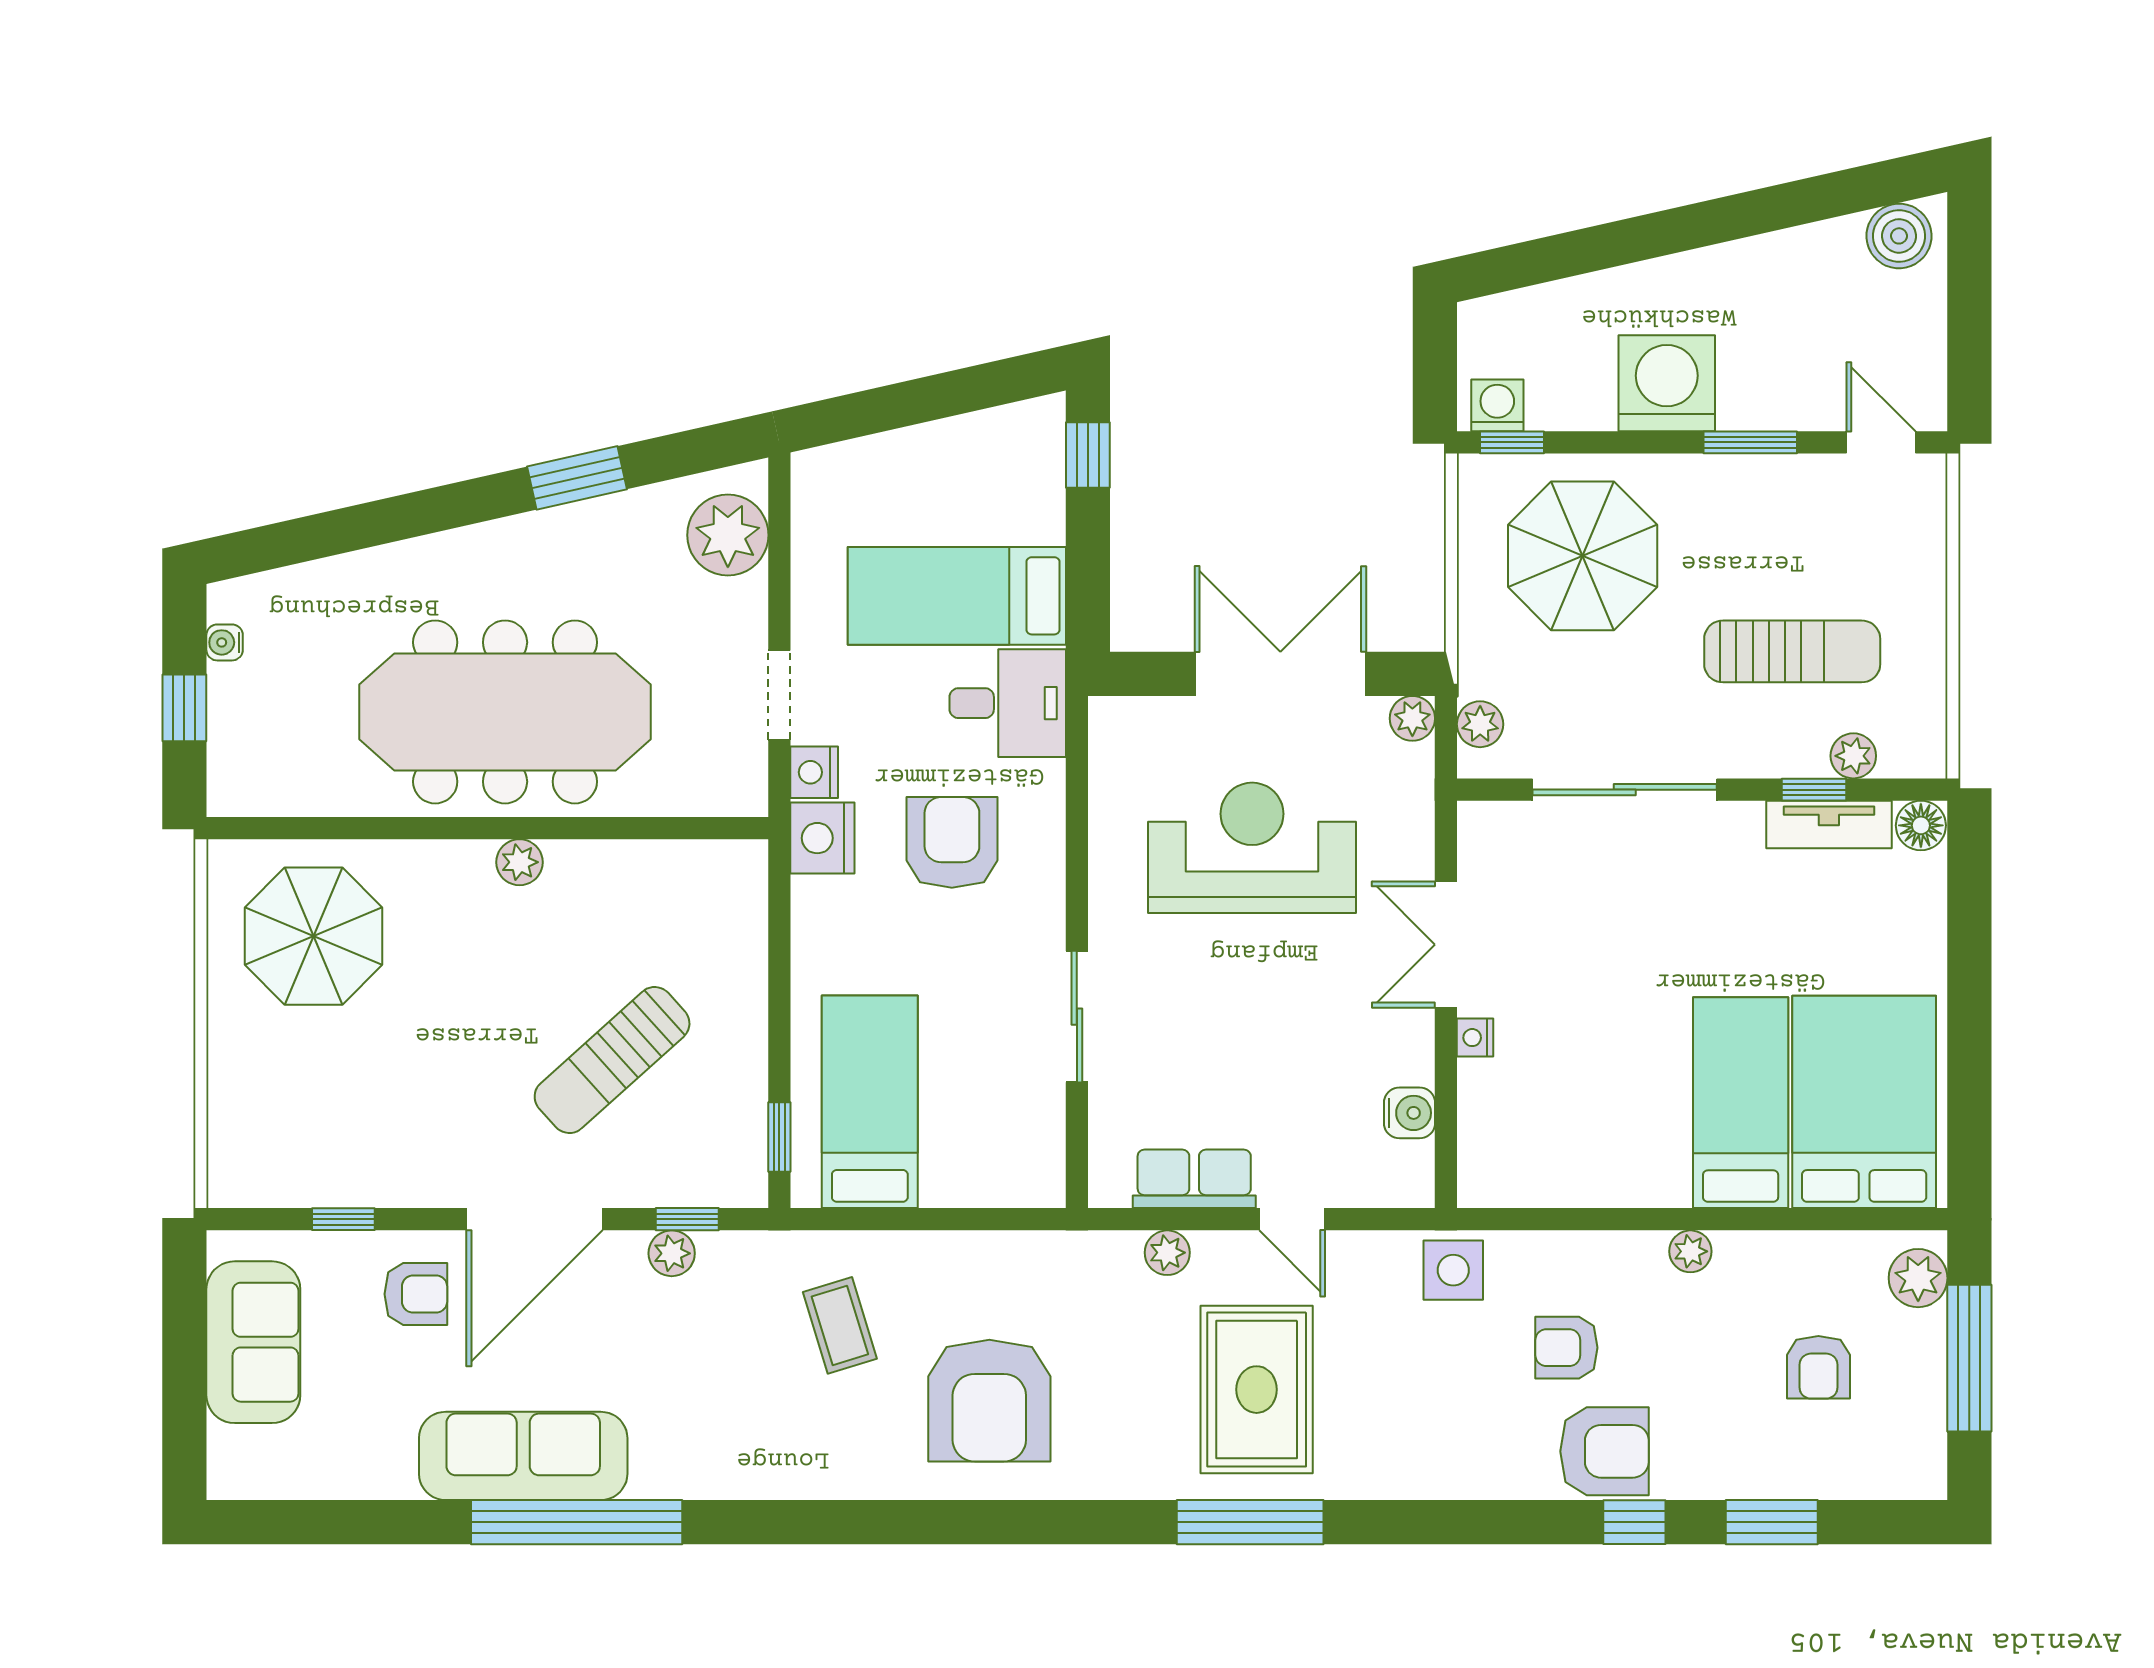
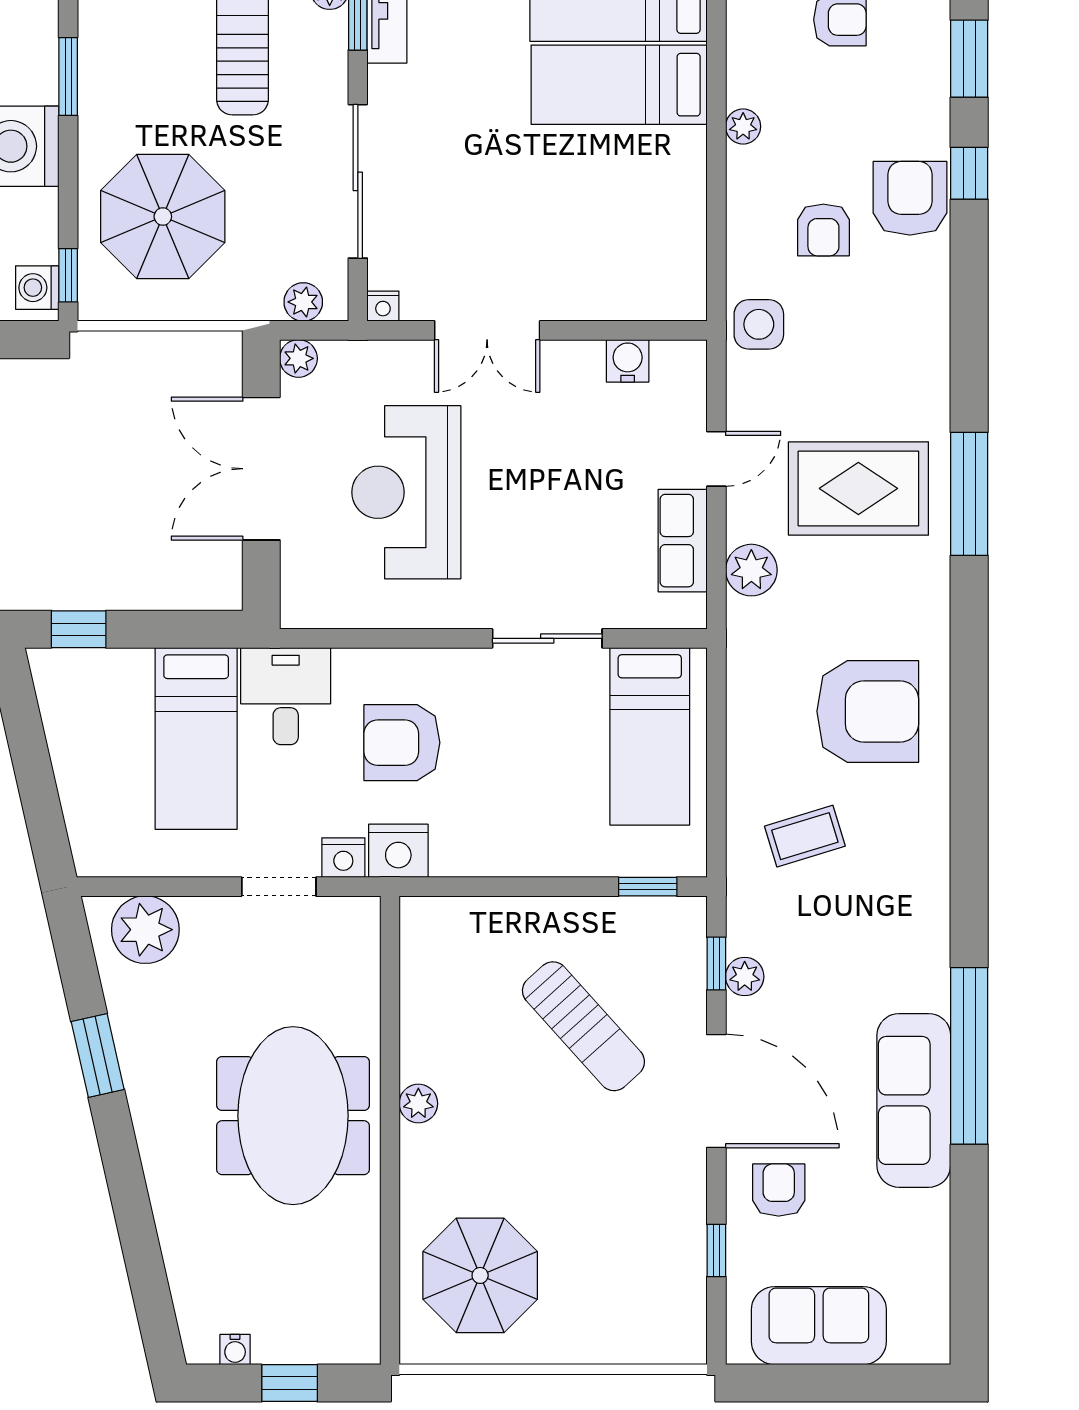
meeting table: (505, 712) -> (293, 1116), width x0.73
nightstand: (1475, 1038) -> (383, 306), moved
bed: (870, 1102) -> (650, 736), moved, turned -90
plant: (1167, 1253) -> (751, 570), width x1.38, depth x1.38

